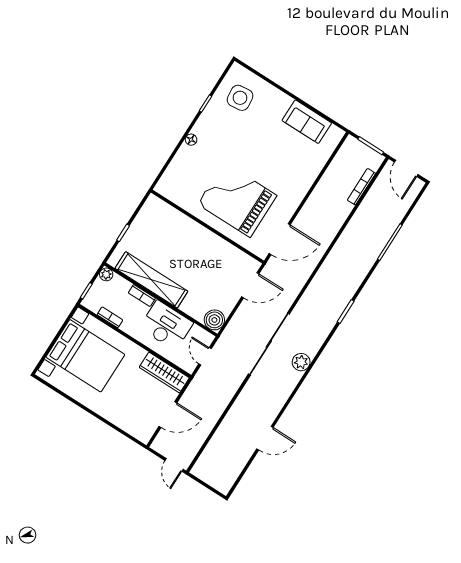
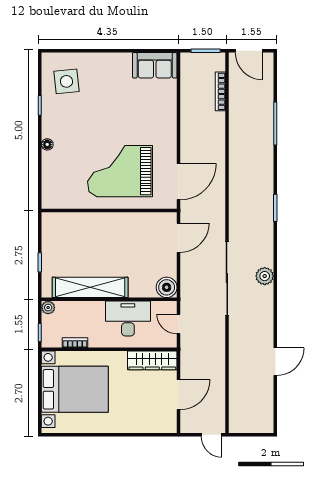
sofa: (307, 122) -> (155, 65), moved
bookcase: (142, 296) -> (90, 306), removed

